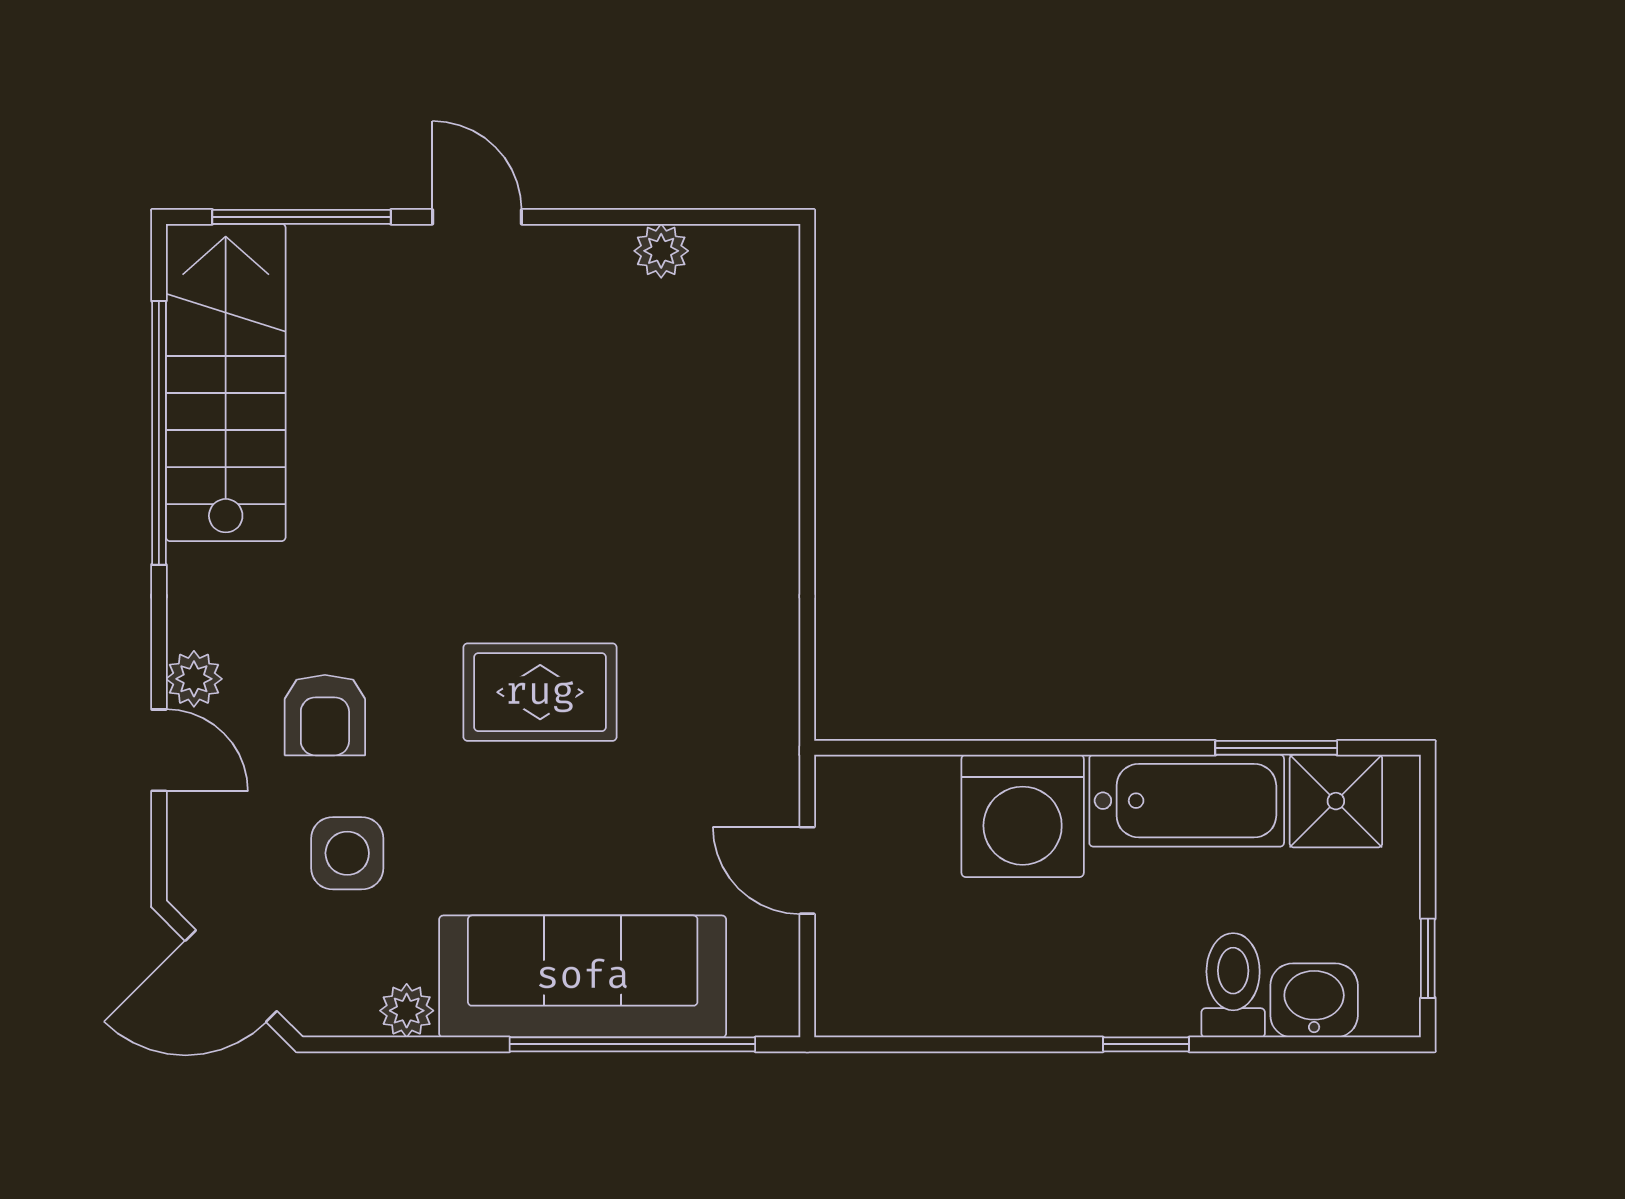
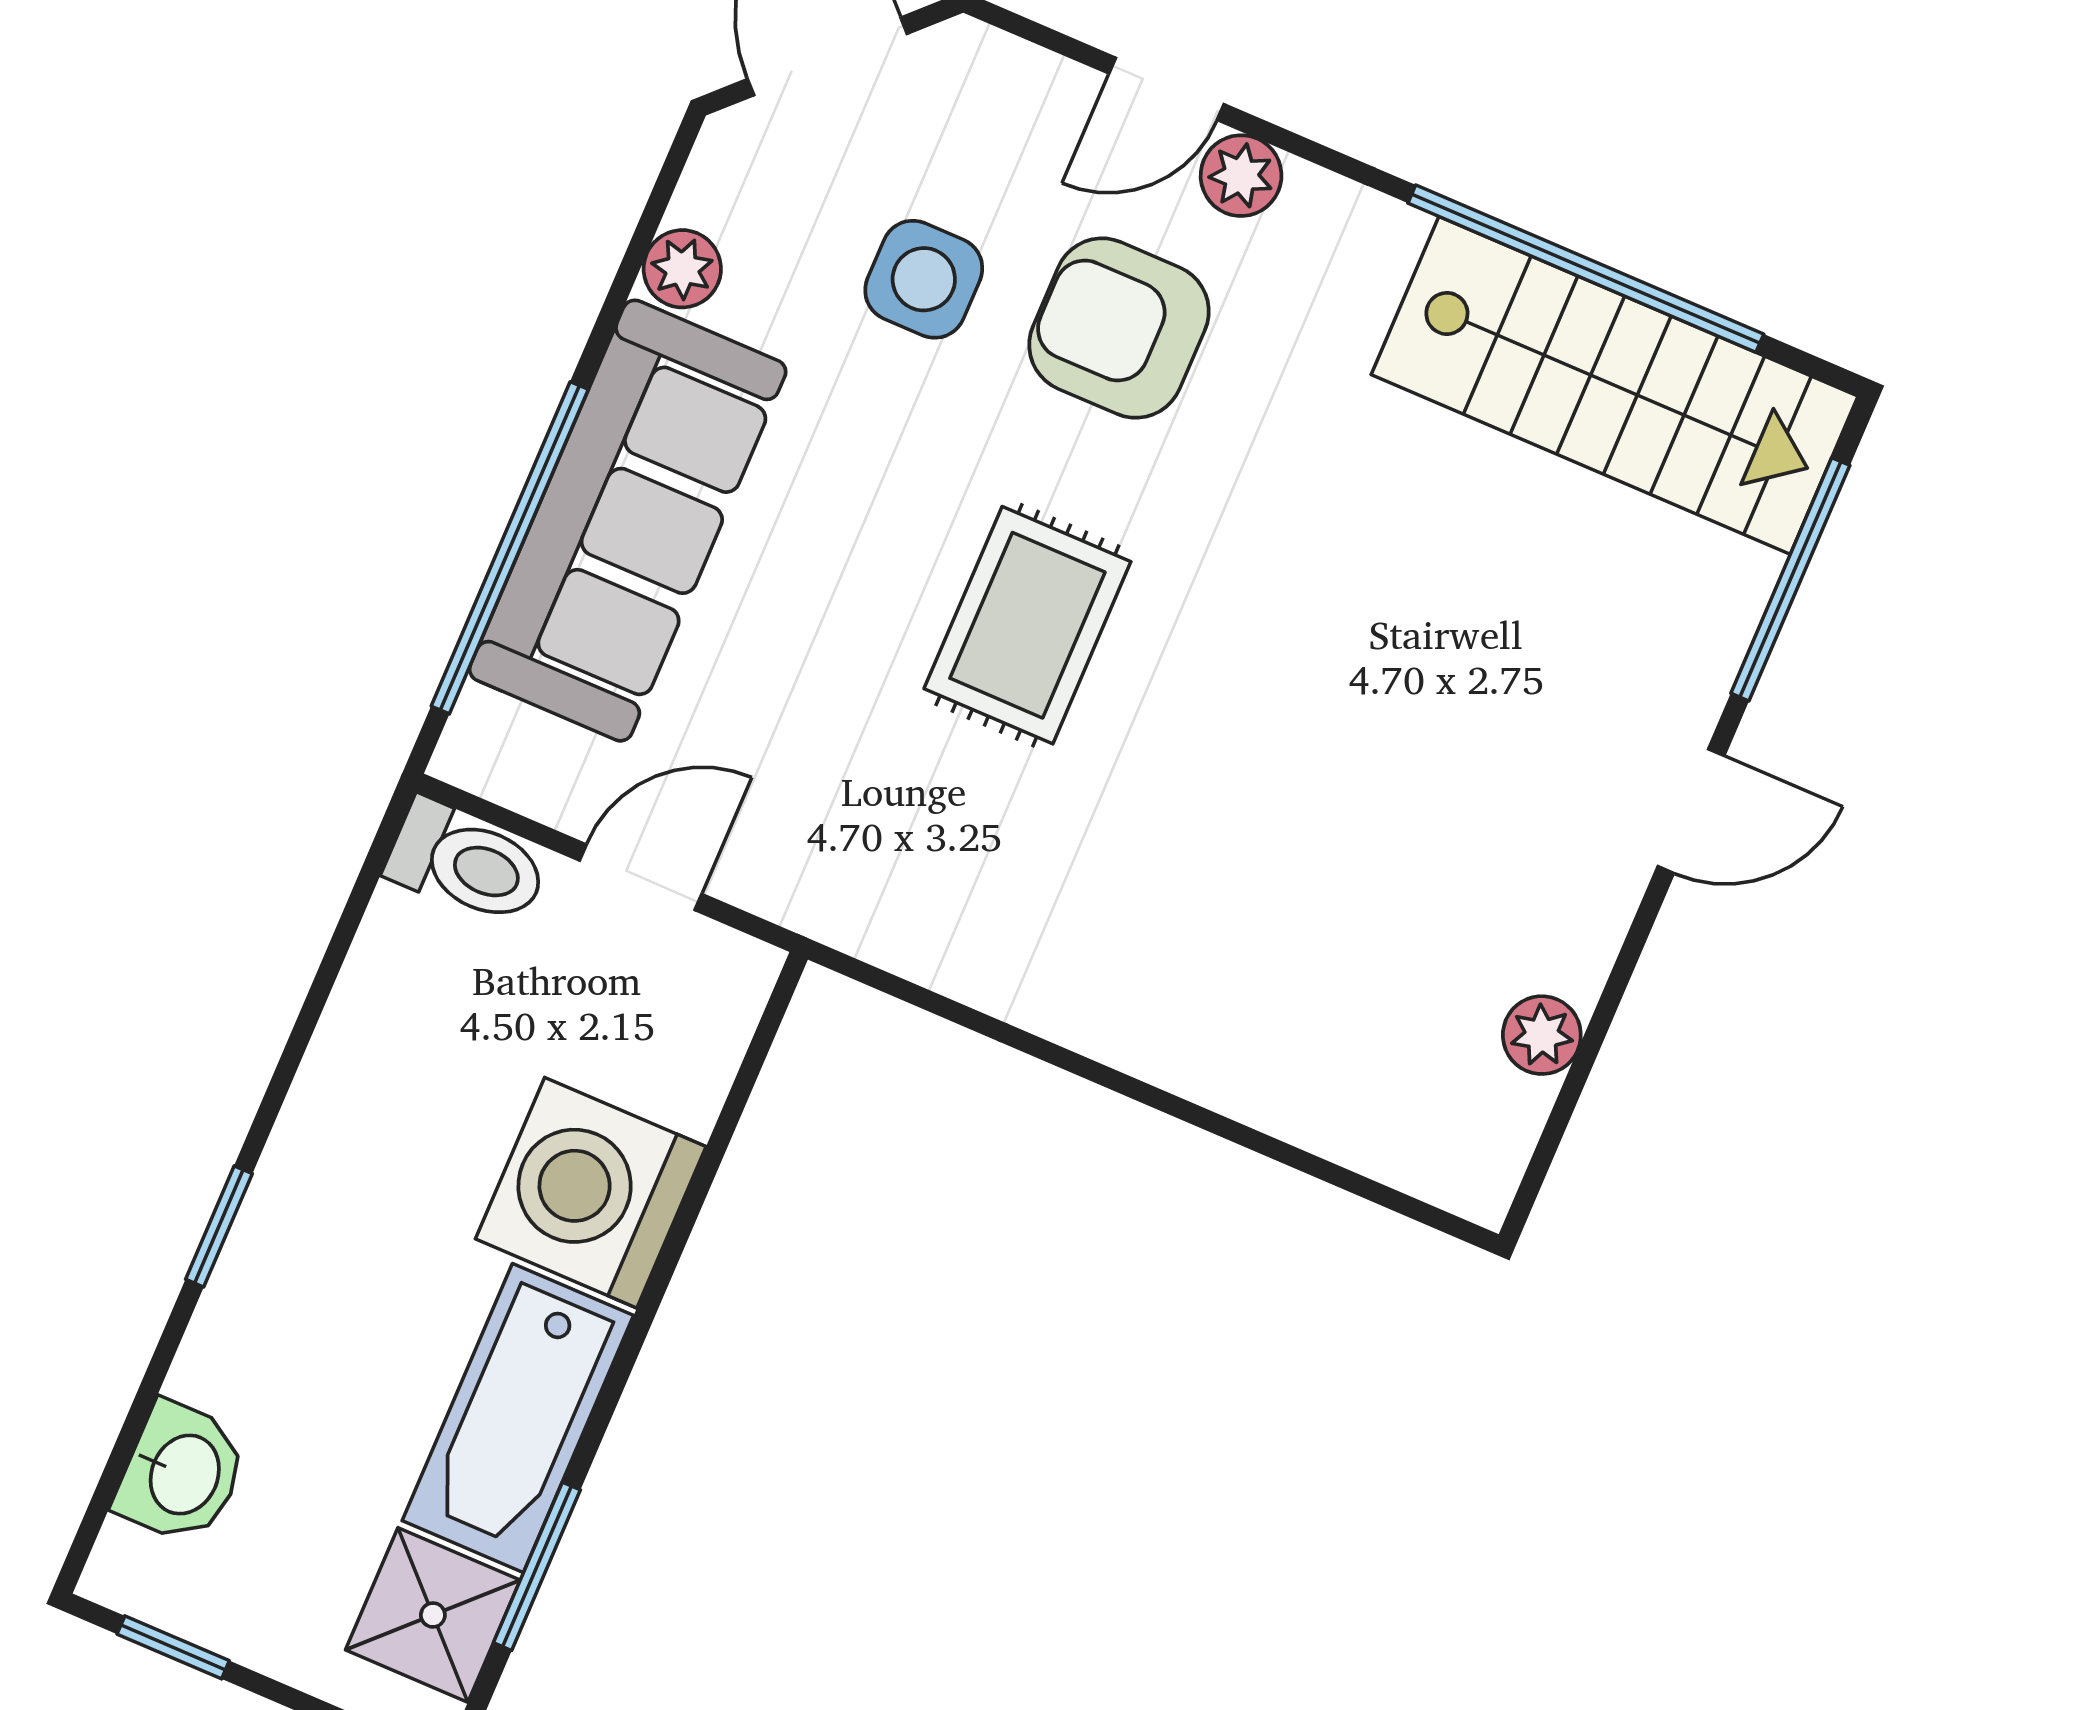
armchair: (325, 715) -> (1119, 328), width x1.38, depth x1.38
toilet: (1233, 985) -> (467, 863), moved

